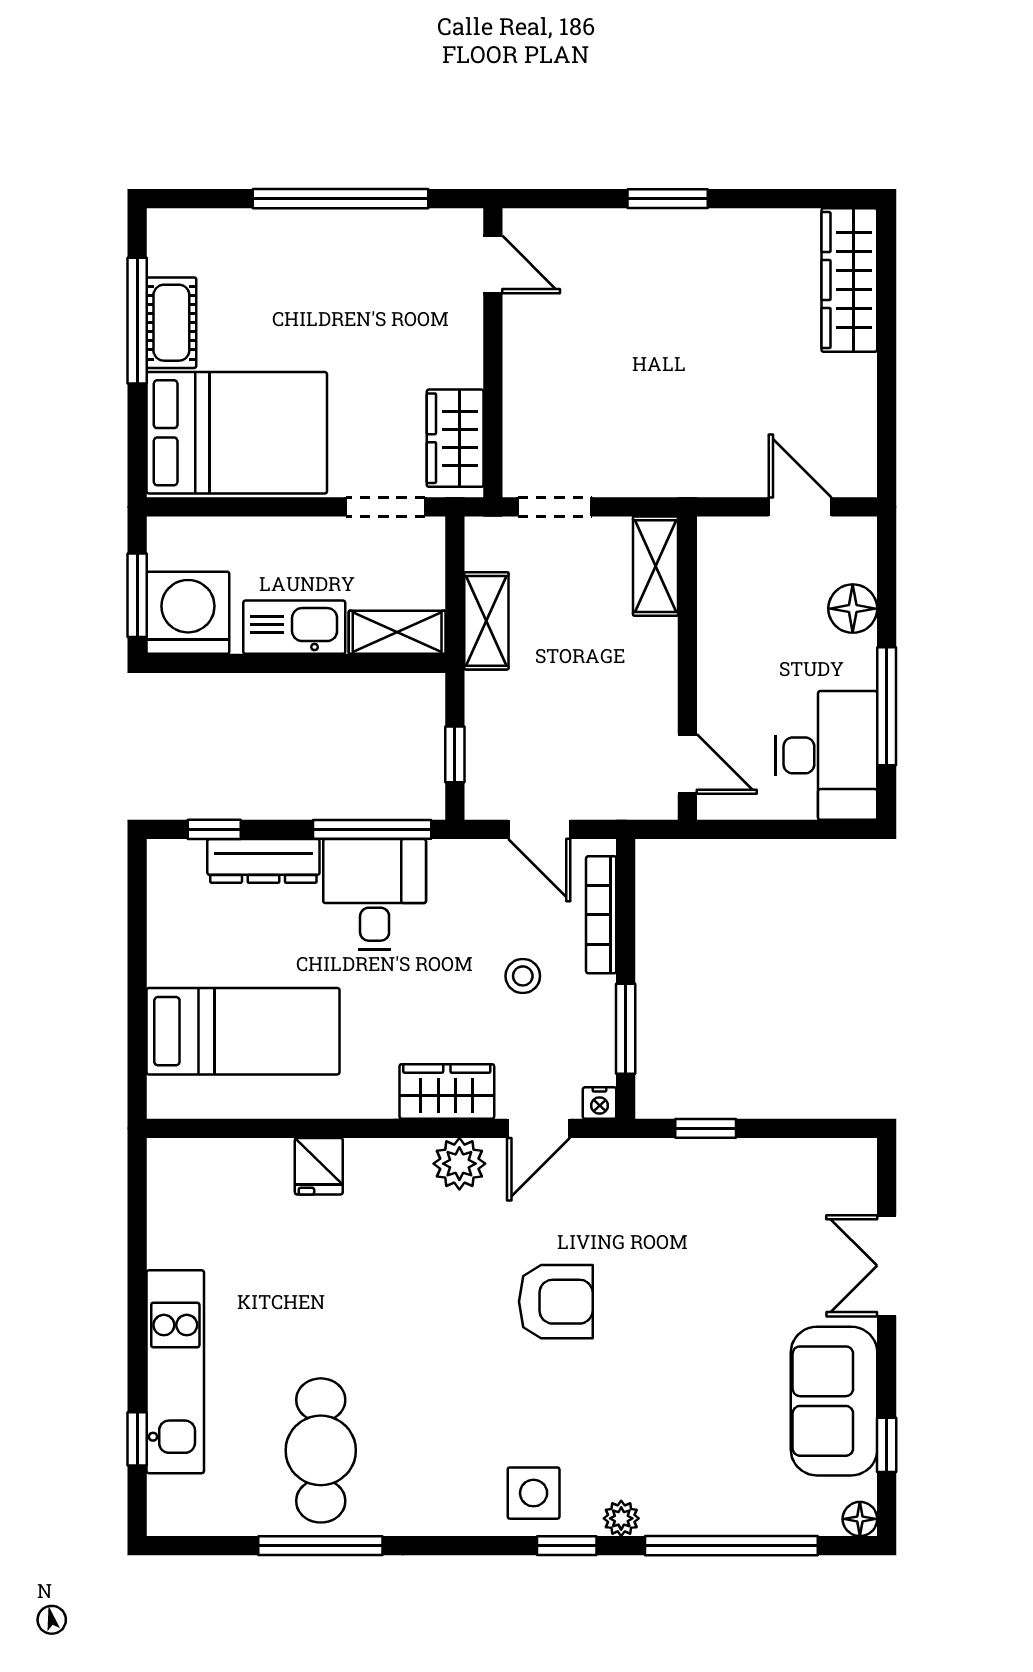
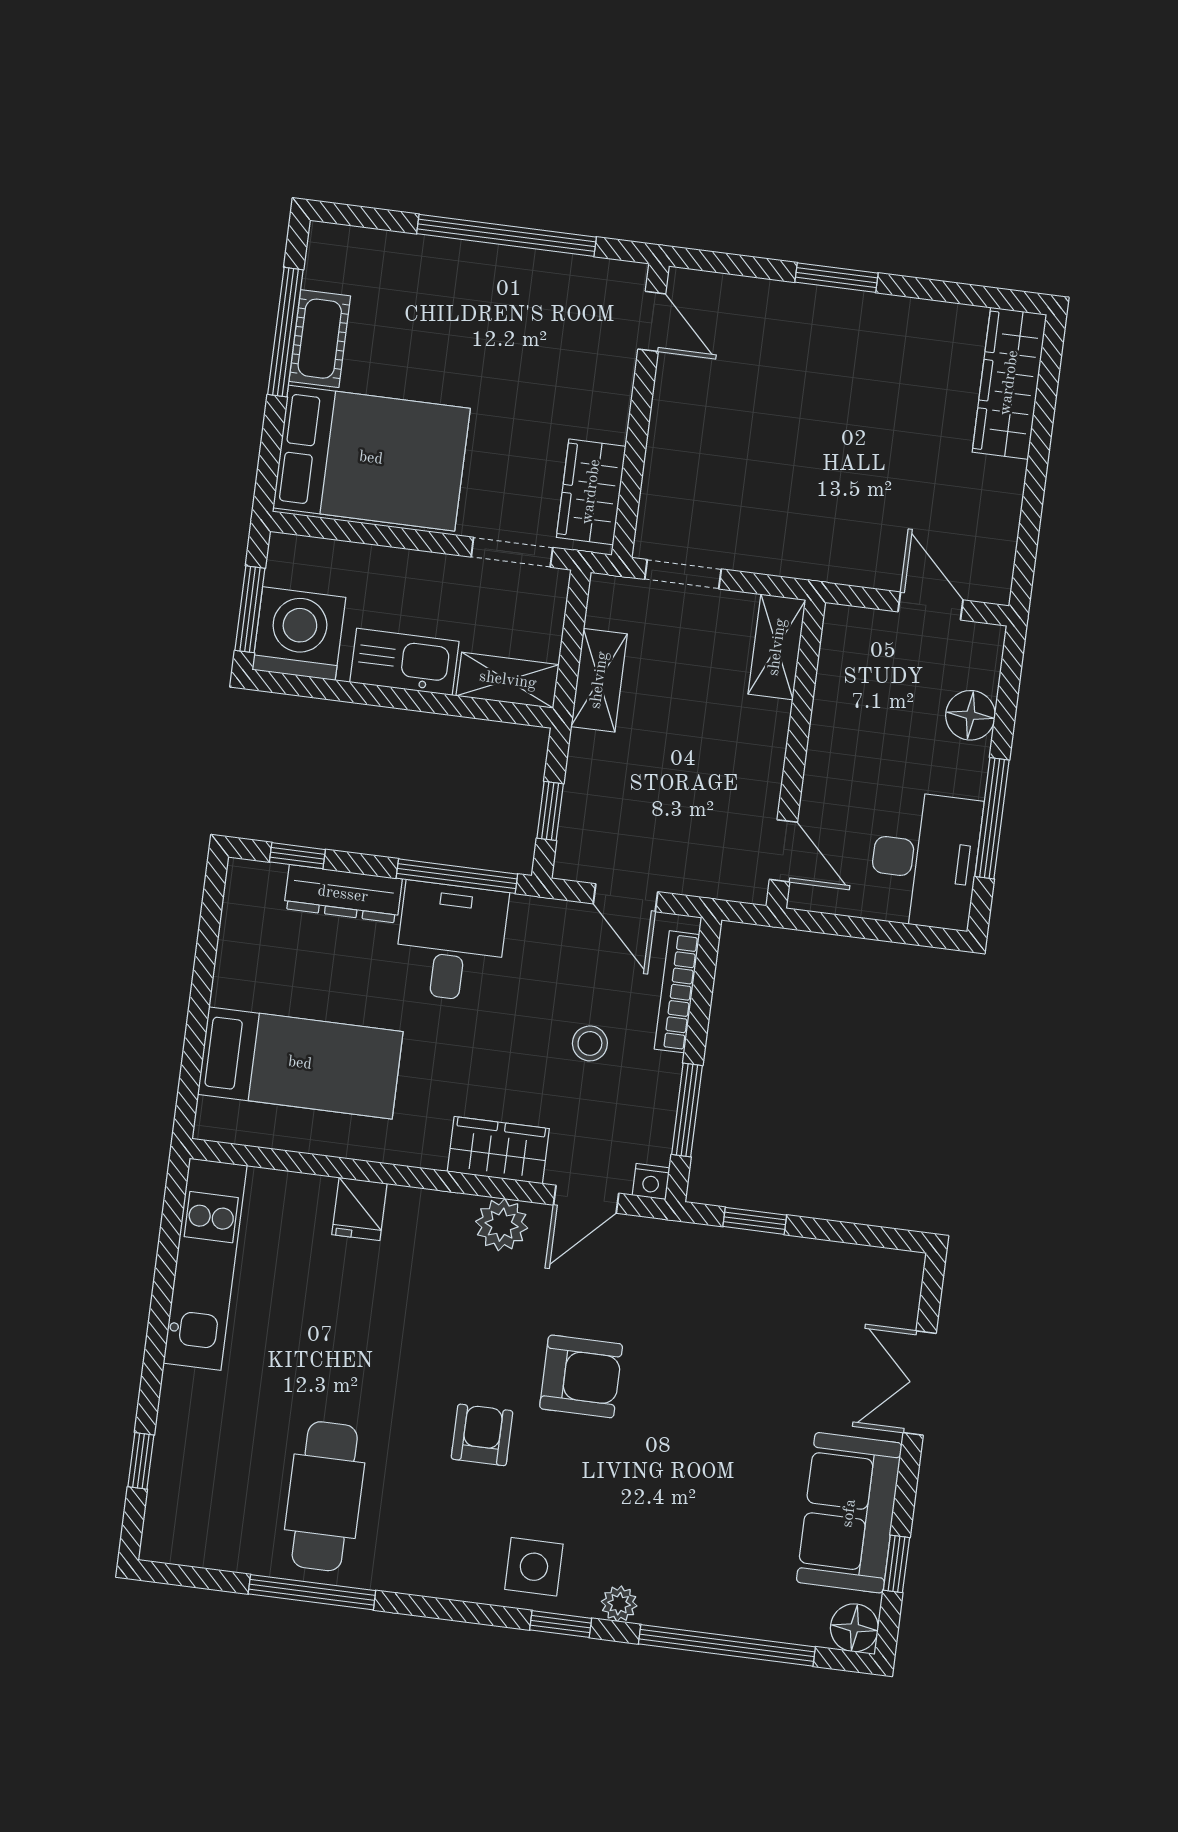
armchair: (467, 1371) -> (482, 1435), added
kitchen unit: (175, 1372) -> (205, 1264), moved
floor lamp: (860, 1519) -> (854, 1628), width x1.37, depth x1.37

